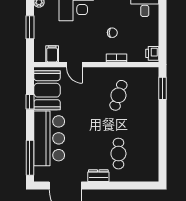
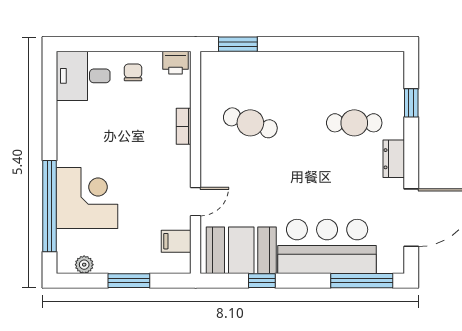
chair: (112, 33) -> (133, 72), moved
window: (130, 186) -> (411, 103), added

